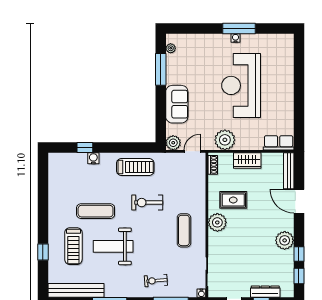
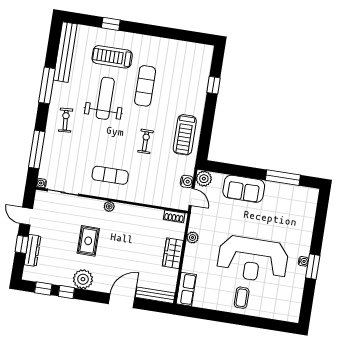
window: (239, 28) -> (313, 267), width x0.69
plant: (171, 48) -> (303, 192), removed
reception desk: (241, 85) -> (253, 259), turned 180
coffee table: (278, 90) -> (242, 298), added
plant: (225, 140) -> (193, 237), width x0.53, depth x0.53
water cooler: (93, 158) -> (187, 181), moved
rug: (233, 200) -> (88, 241), moved
exercise bike: (147, 203) -> (145, 141), width x0.73, depth x0.72
plant: (217, 222) -> (109, 206), width x0.53, depth x0.53
exercise bike: (156, 281) -> (66, 120), moved

